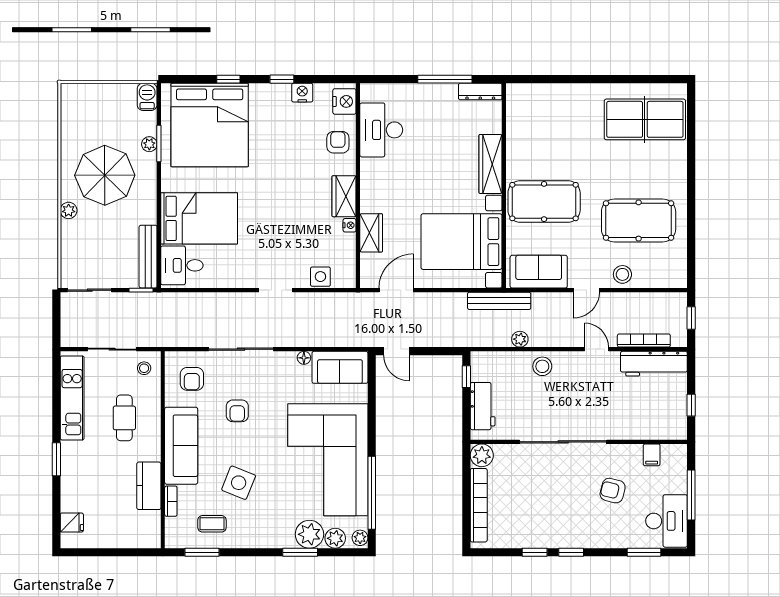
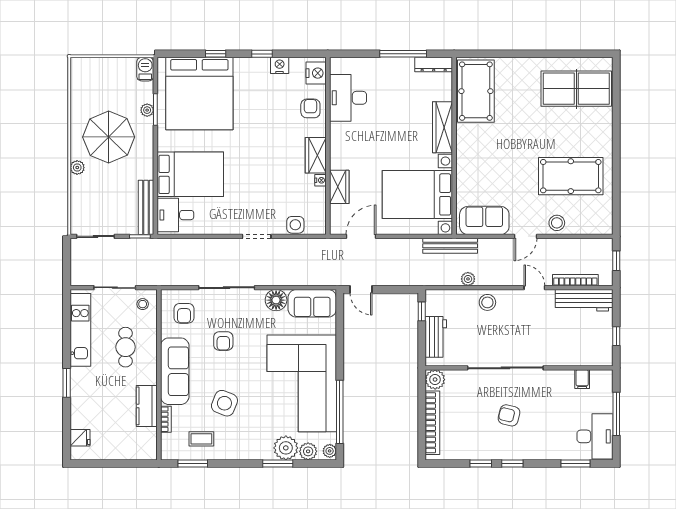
pool table: (544, 202) -> (476, 91), moved, turned 90
floor lamp: (304, 358) -> (276, 300), width x1.89, depth x1.89
armchair: (613, 491) -> (509, 415), moved

